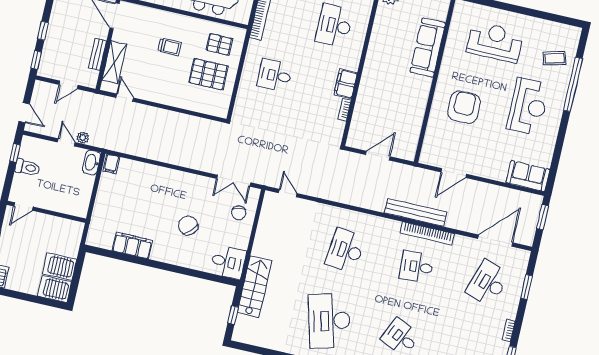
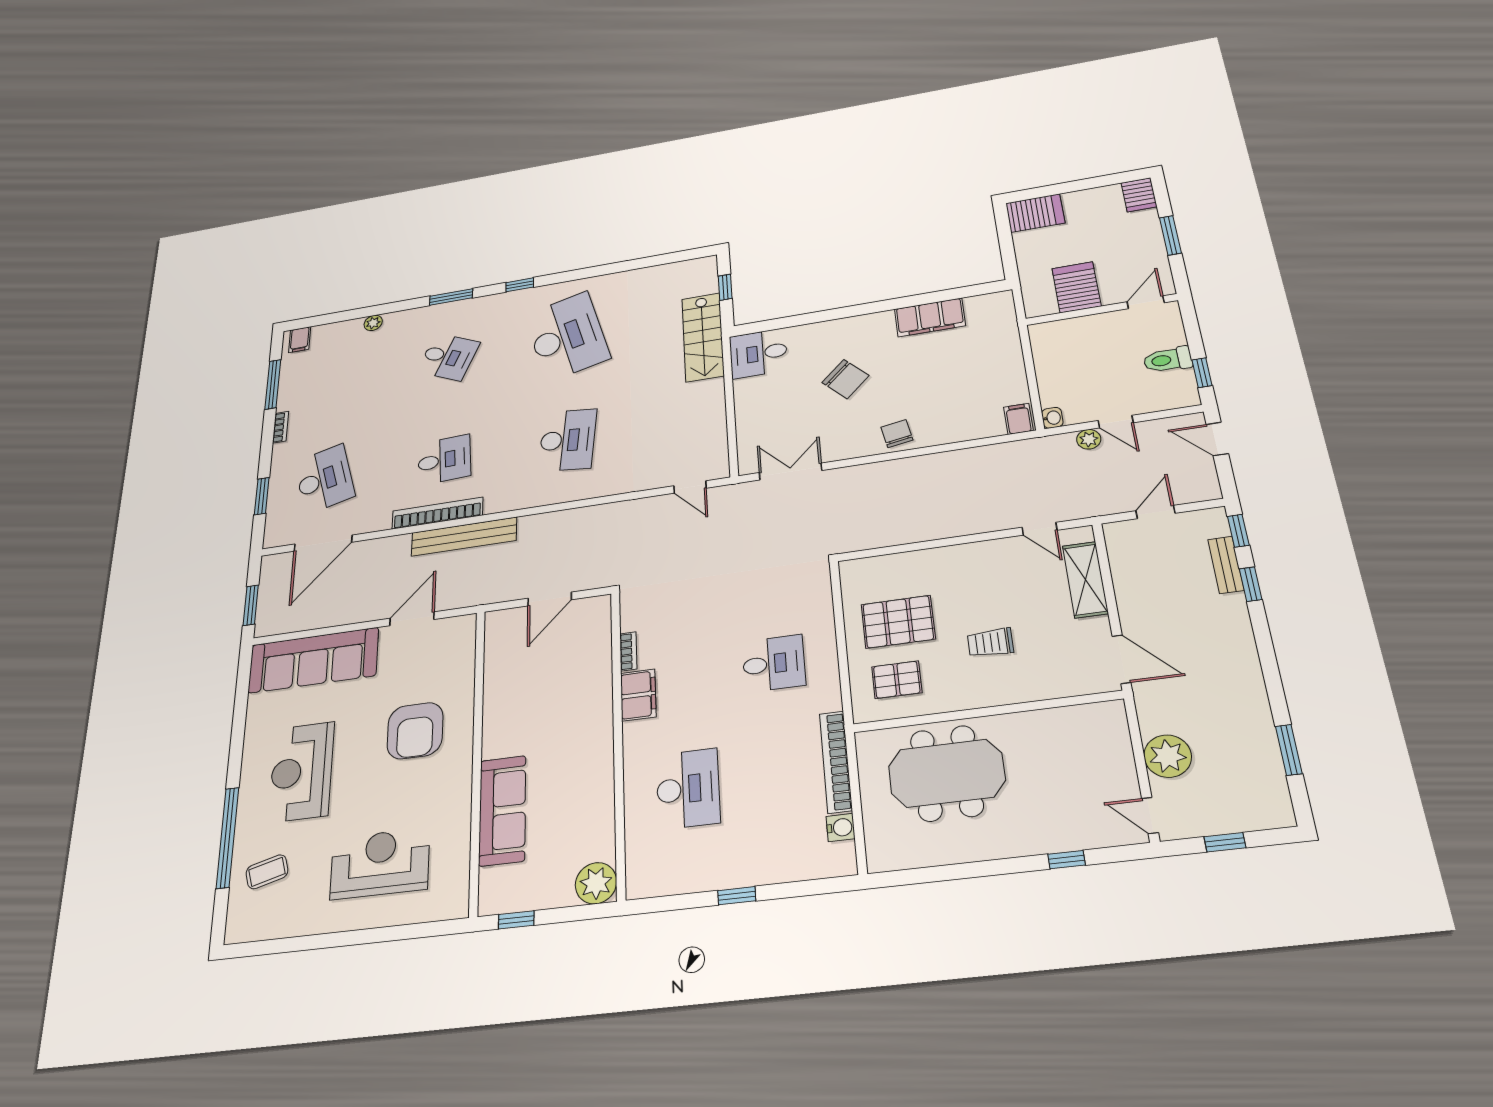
reception desk: (495, 42) -> (380, 863), turned 180
bench: (98, 54) -> (1226, 565), moved
washbasin: (92, 163) -> (1052, 418), width x0.52, depth x0.69
sofa: (528, 176) -> (313, 660), width x1.85, depth x1.27
chair: (239, 213) -> (897, 434), moved
server rack: (59, 267) -> (1076, 287), moved, turned -90
desk: (488, 283) -> (324, 479), turned -33

